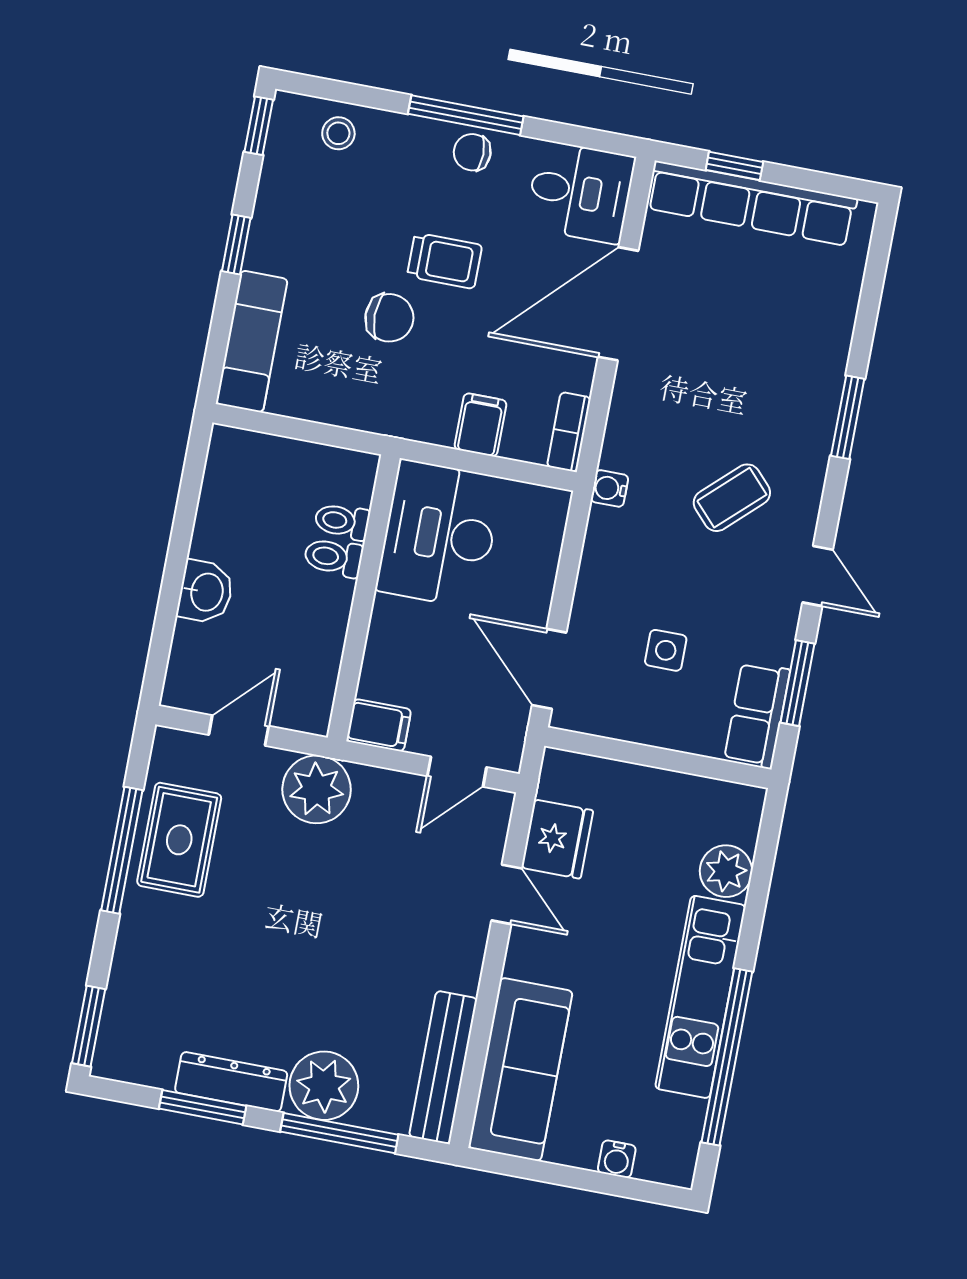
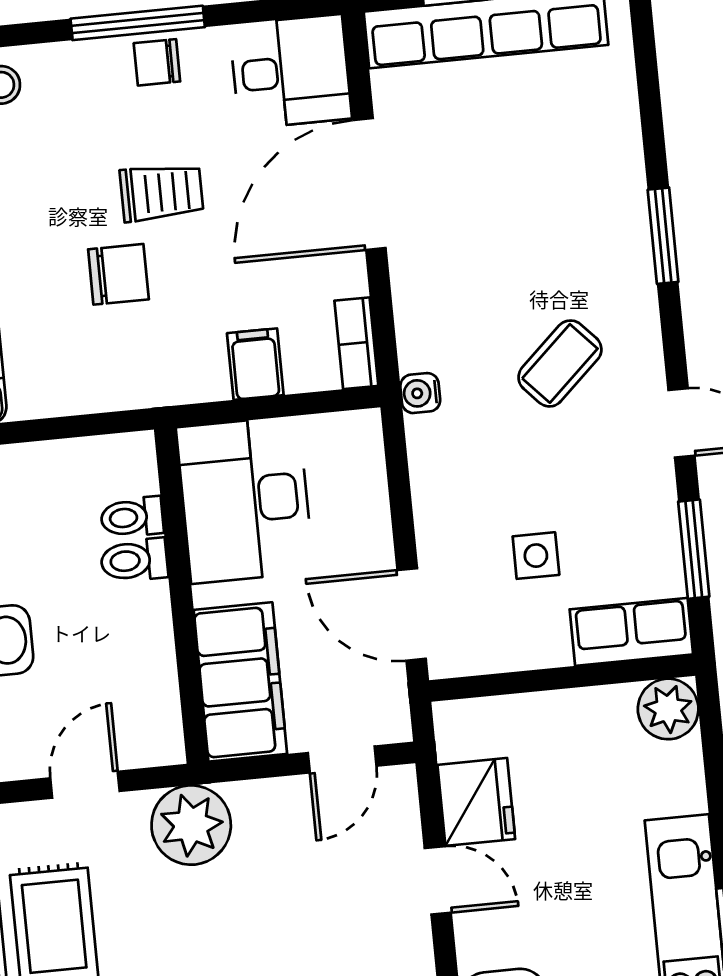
row of seats: (757, 715) -> (631, 632), moved, turned 90
filing cabinet: (379, 725) -> (240, 682), width x3.00, depth x1.17
plant: (726, 871) -> (668, 709), moved

